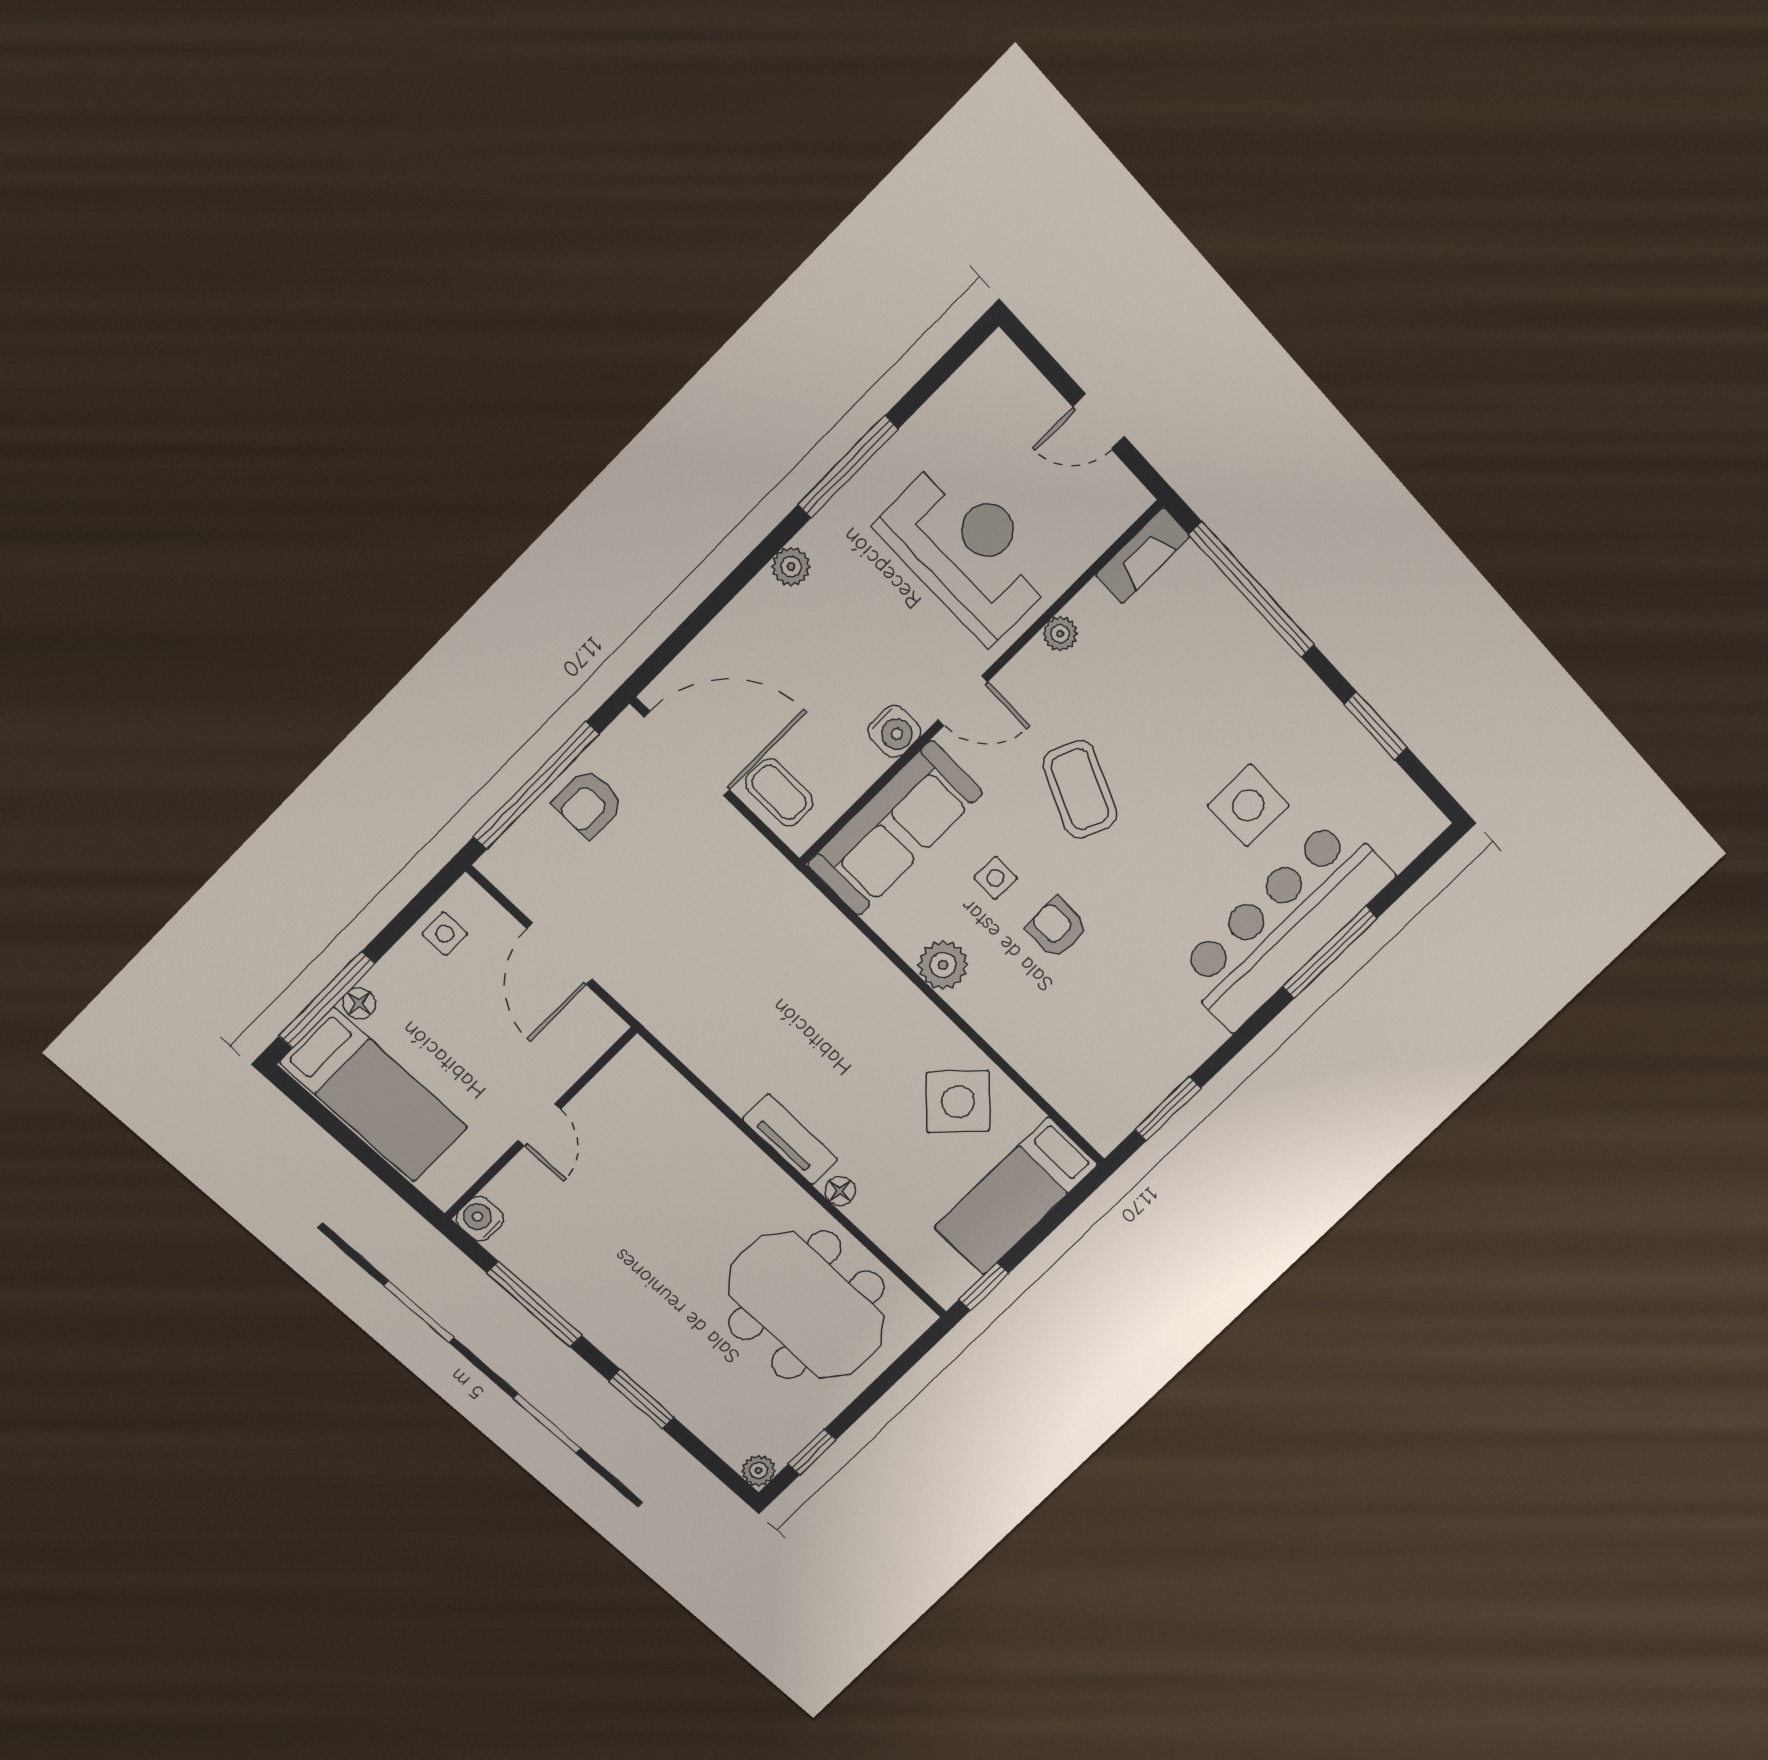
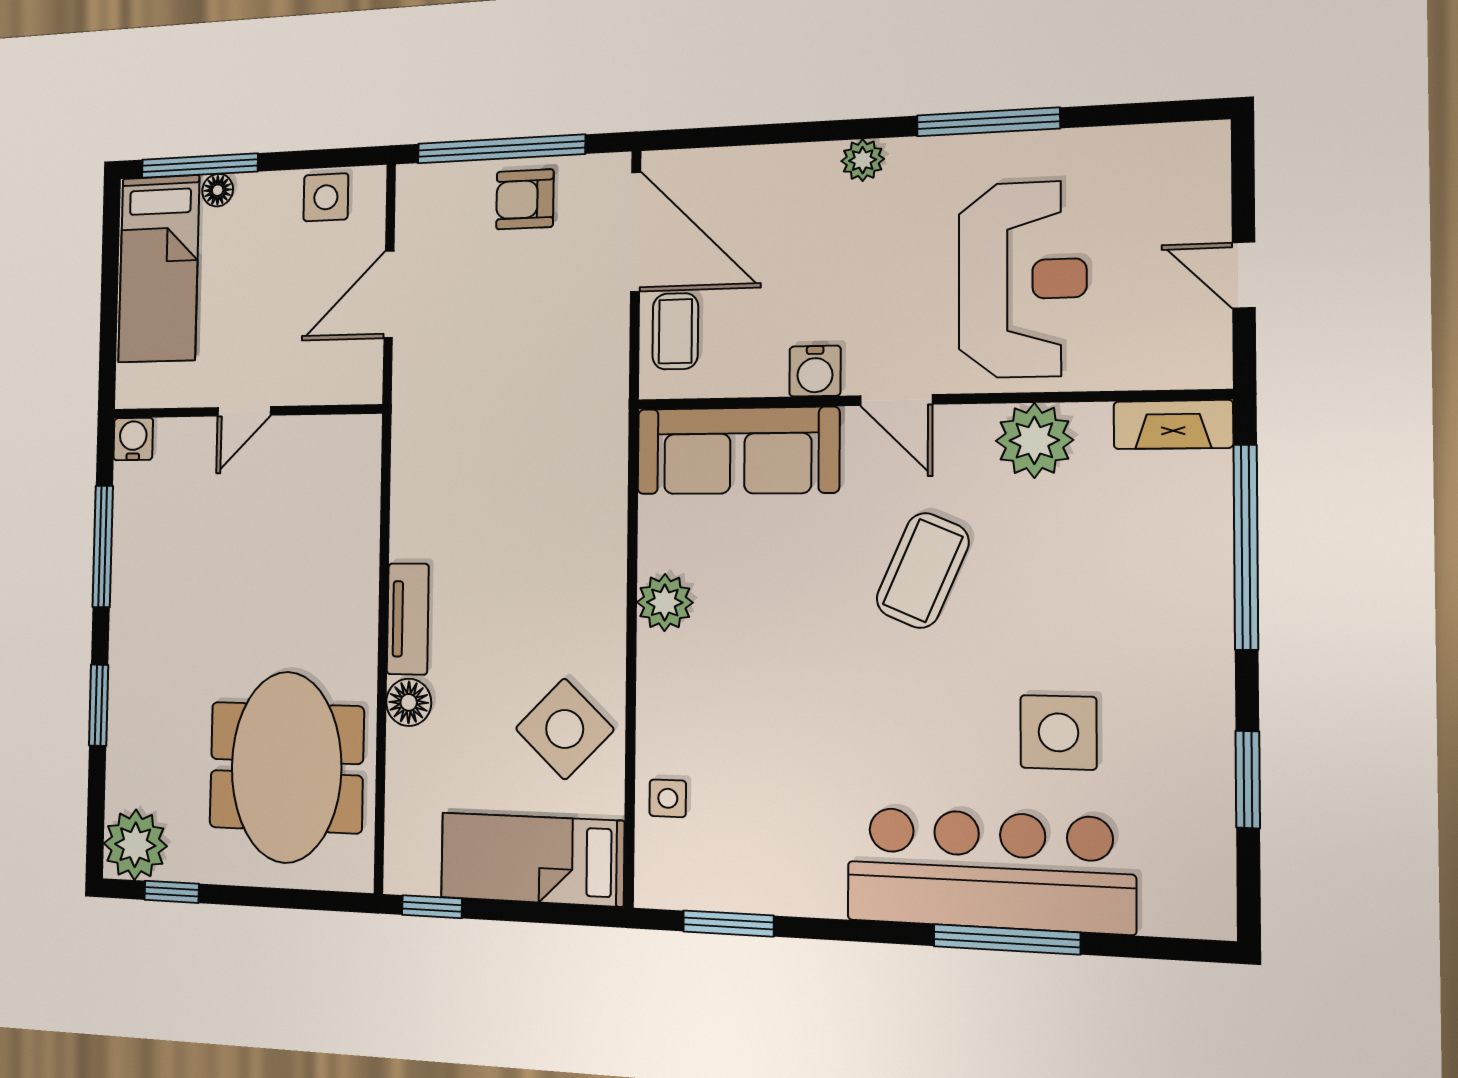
plant: (1060, 634) -> (1034, 440), width x1.87, depth x1.87
side table: (995, 878) -> (668, 798), moved
armchair: (1057, 928) -> (788, 668), removed
side table: (445, 934) -> (326, 197), width x1.37, depth x1.37
floor lamp: (840, 1191) -> (409, 702), width x1.37, depth x1.37
plant: (758, 1470) -> (135, 845), width x1.88, depth x1.88

